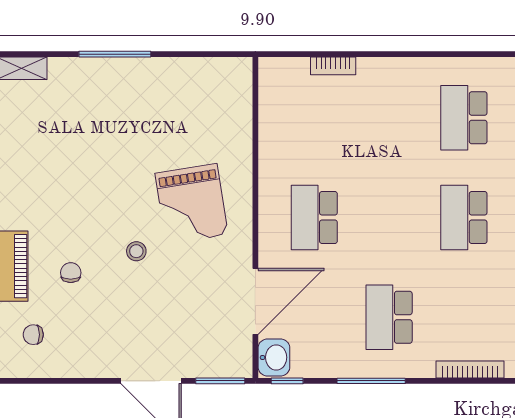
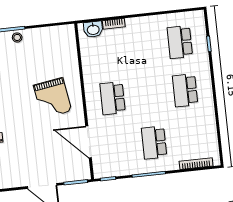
stool: (136, 251) -> (17, 37), moved
door: (255, 301) -> (89, 142), swing flipped
washbasin: (274, 357) -> (93, 29), moved, turned 90

